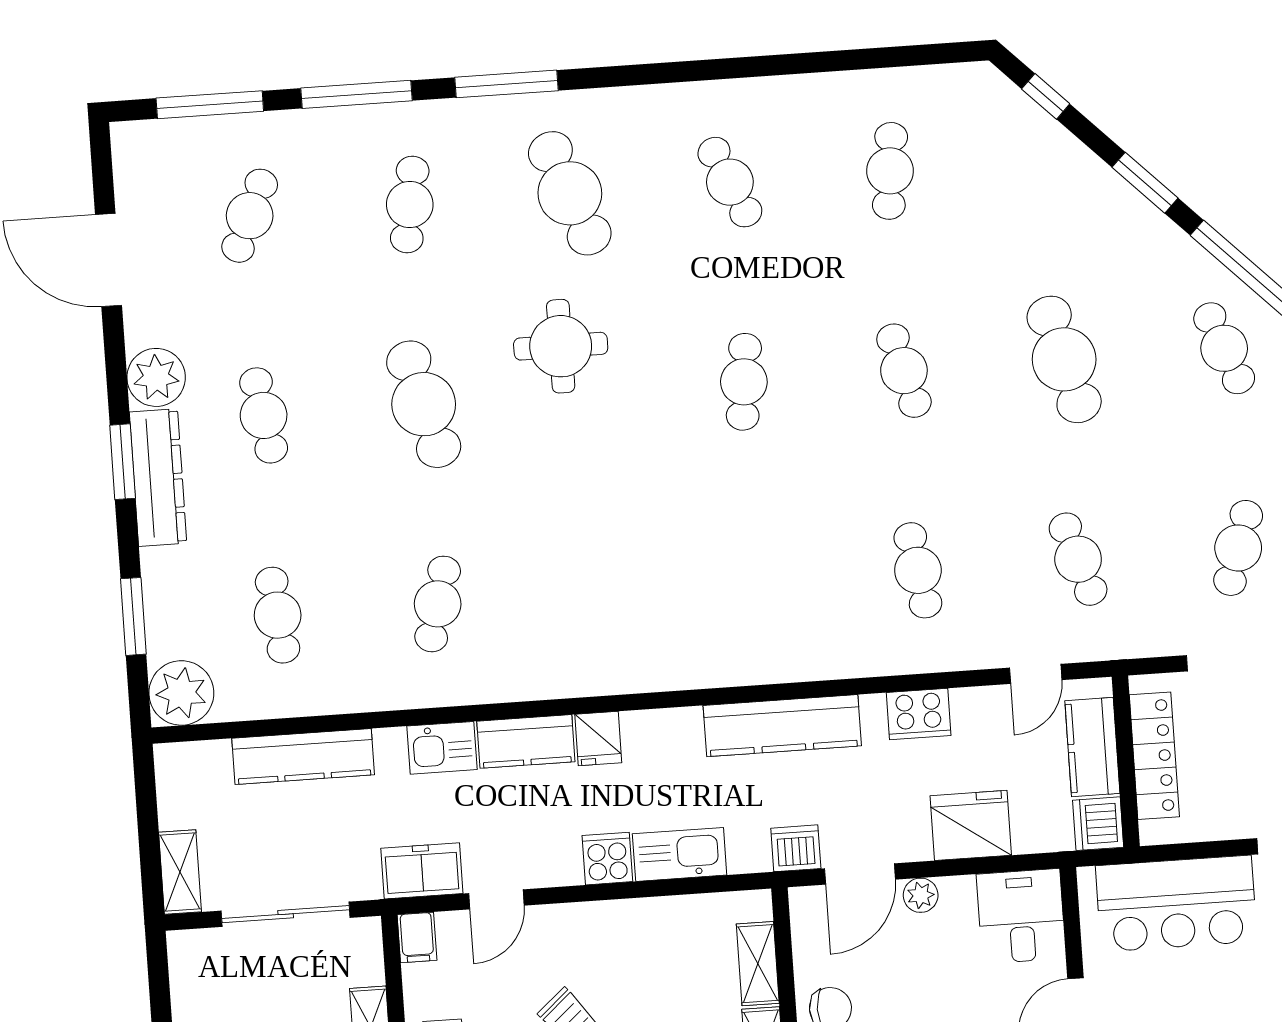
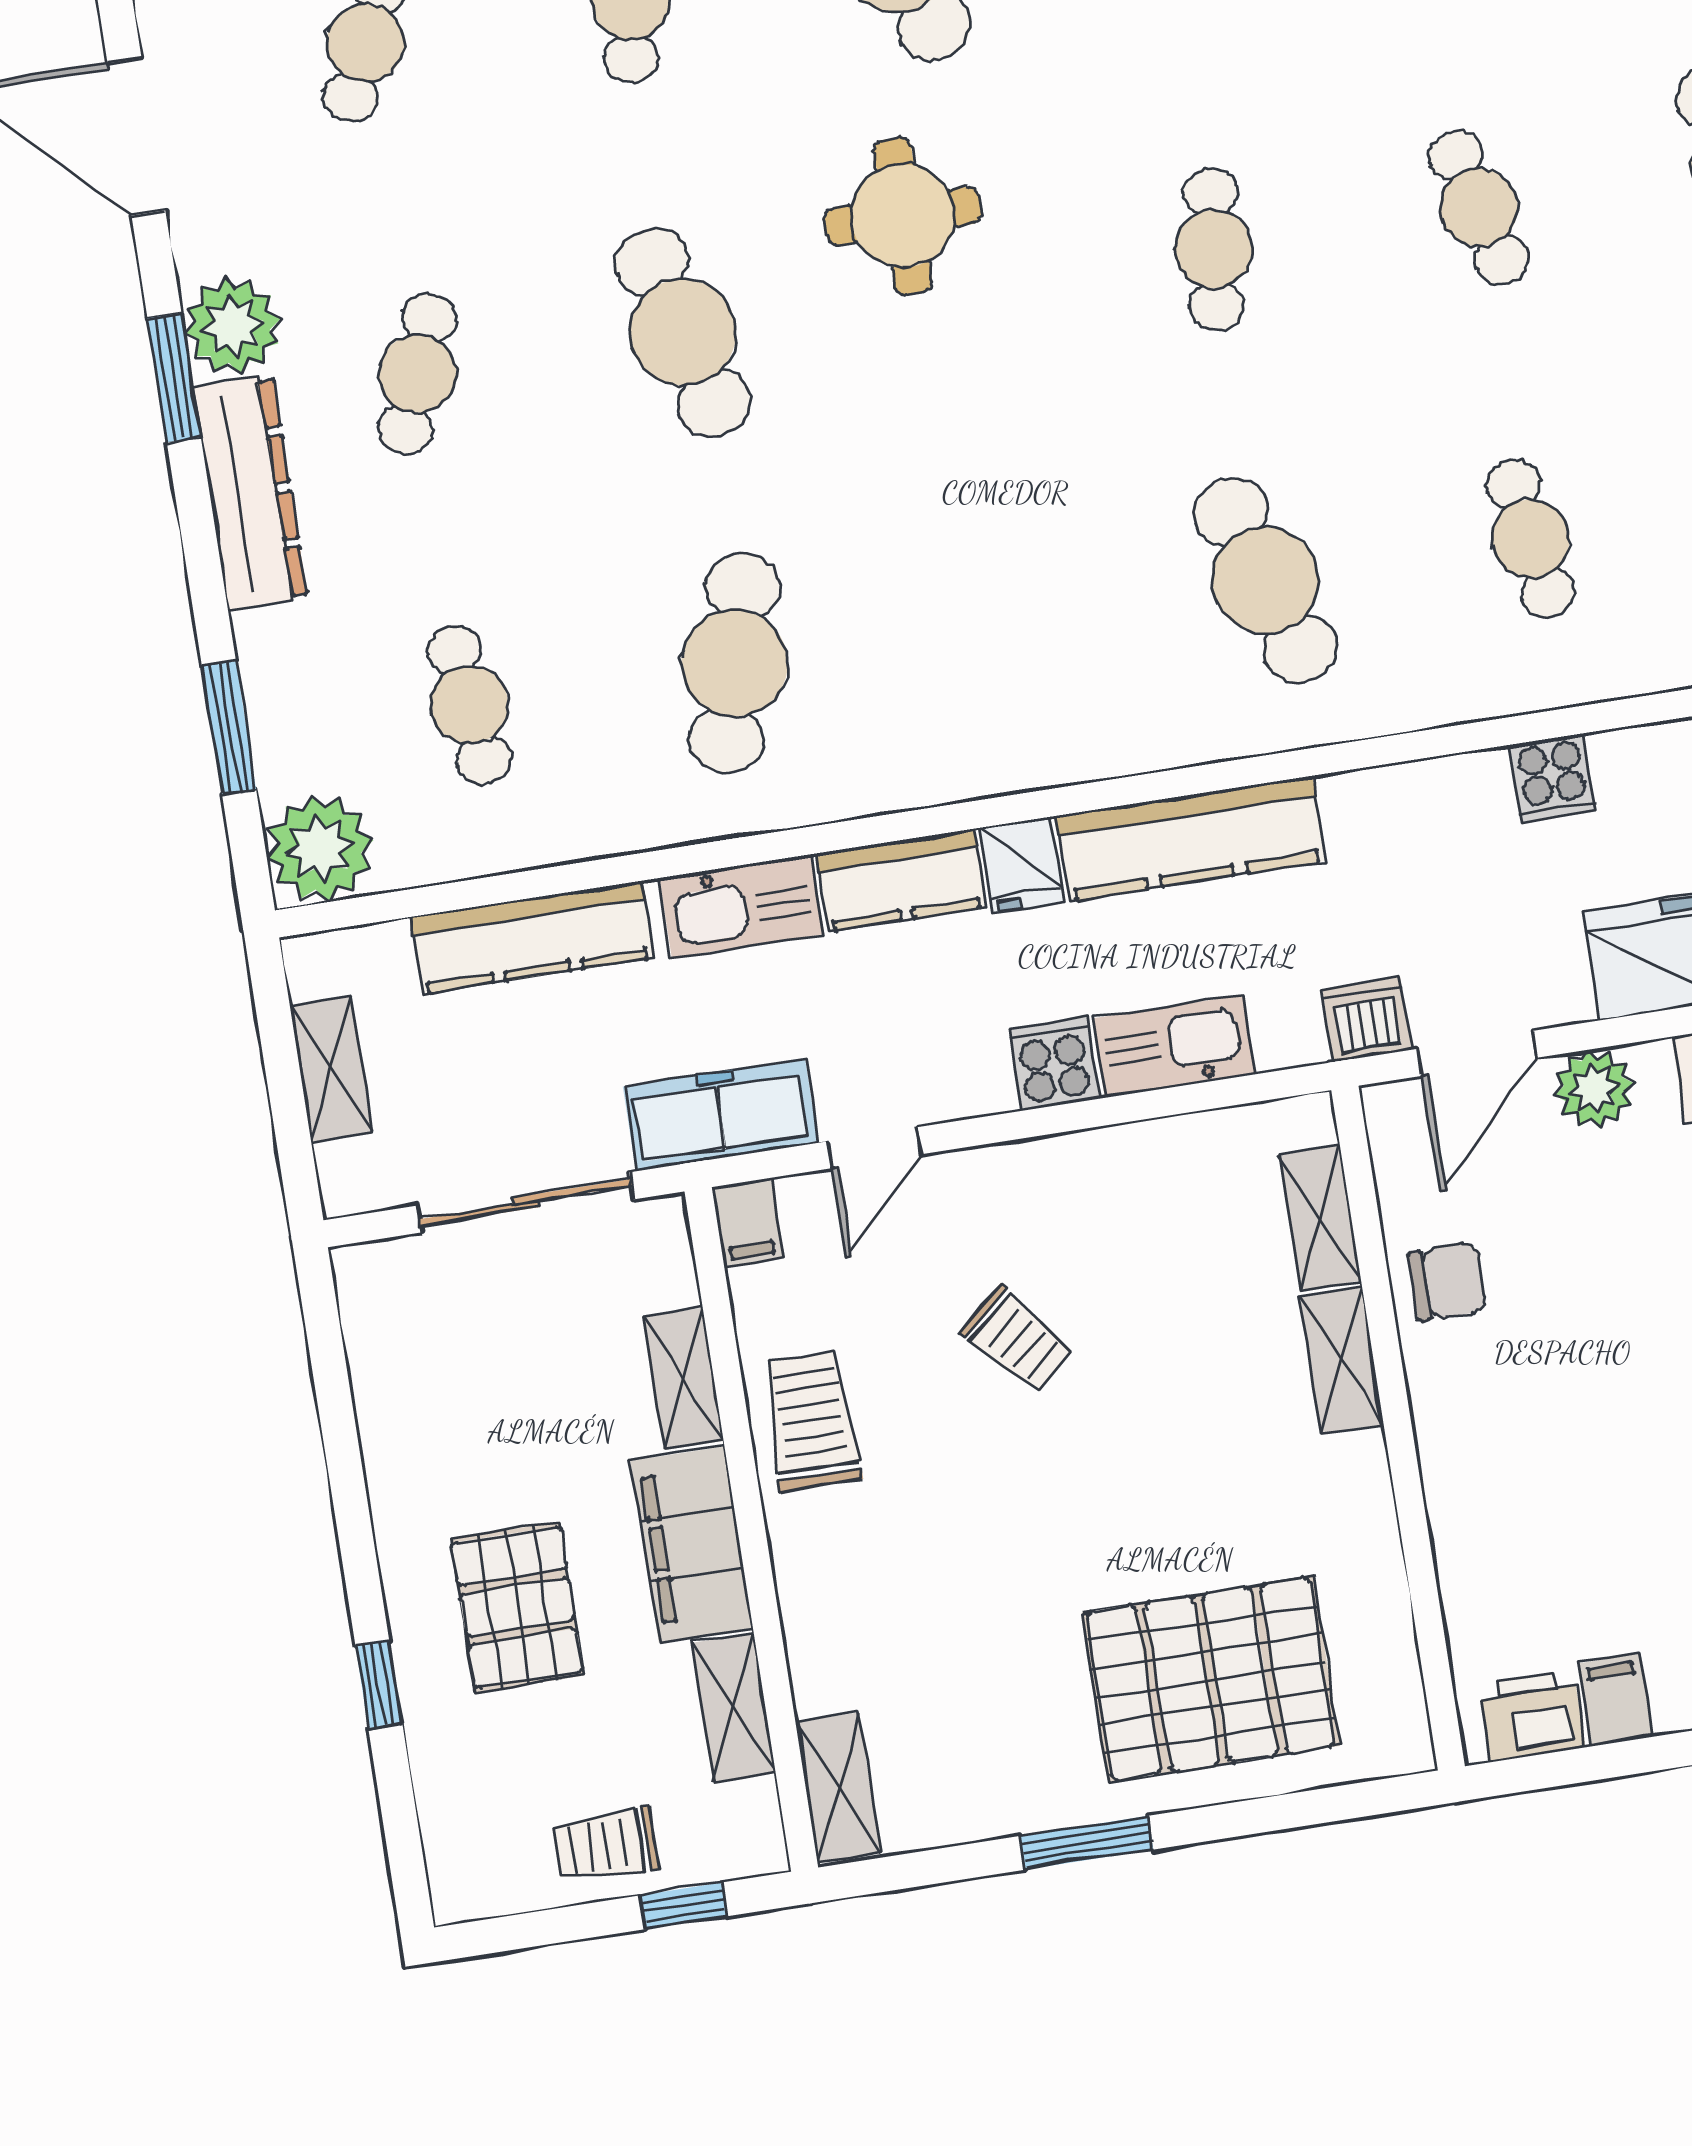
cafe table: (264, 415) -> (417, 374), turned 30
window: (123, 462) -> (174, 378), moved
cafe table: (758, 582) -> (1265, 580), added
cafe table: (438, 604) -> (735, 663), width x1.37, depth x1.35
cooker: (919, 714) -> (1552, 778), width x0.73
kitchen counter: (782, 726) -> (1191, 838), moved
kitchen sink: (442, 748) -> (742, 906), width x1.38
freezer: (422, 871) -> (720, 1115), width x1.40
shelving: (180, 872) -> (331, 1069), moved
plant: (921, 895) -> (1594, 1089), width x1.38, depth x1.38

